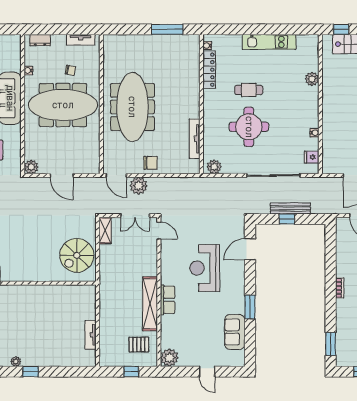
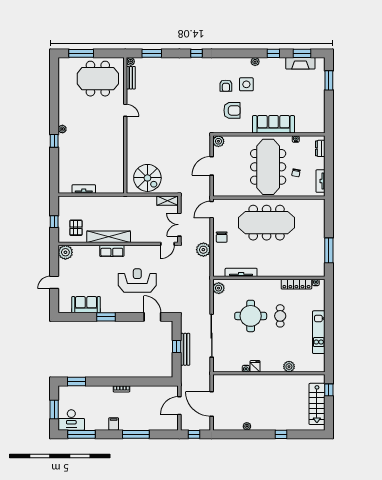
fridge: (312, 157) -> (255, 366), moved
plant: (139, 186) -> (203, 250), moved
spiral stairs: (77, 255) -> (147, 178), turned 180

